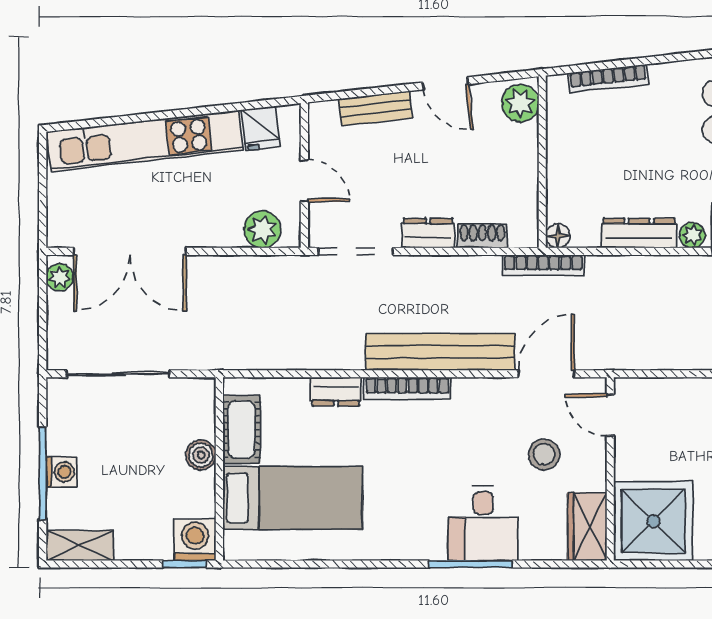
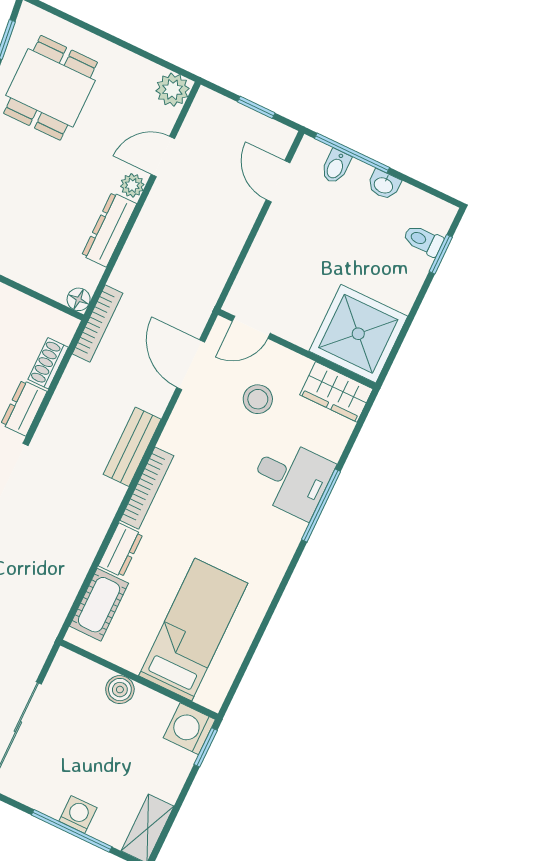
bench: (440, 352) -> (132, 447), width x0.54, depth x0.82
cot: (241, 430) -> (99, 605), moved, turned 90

